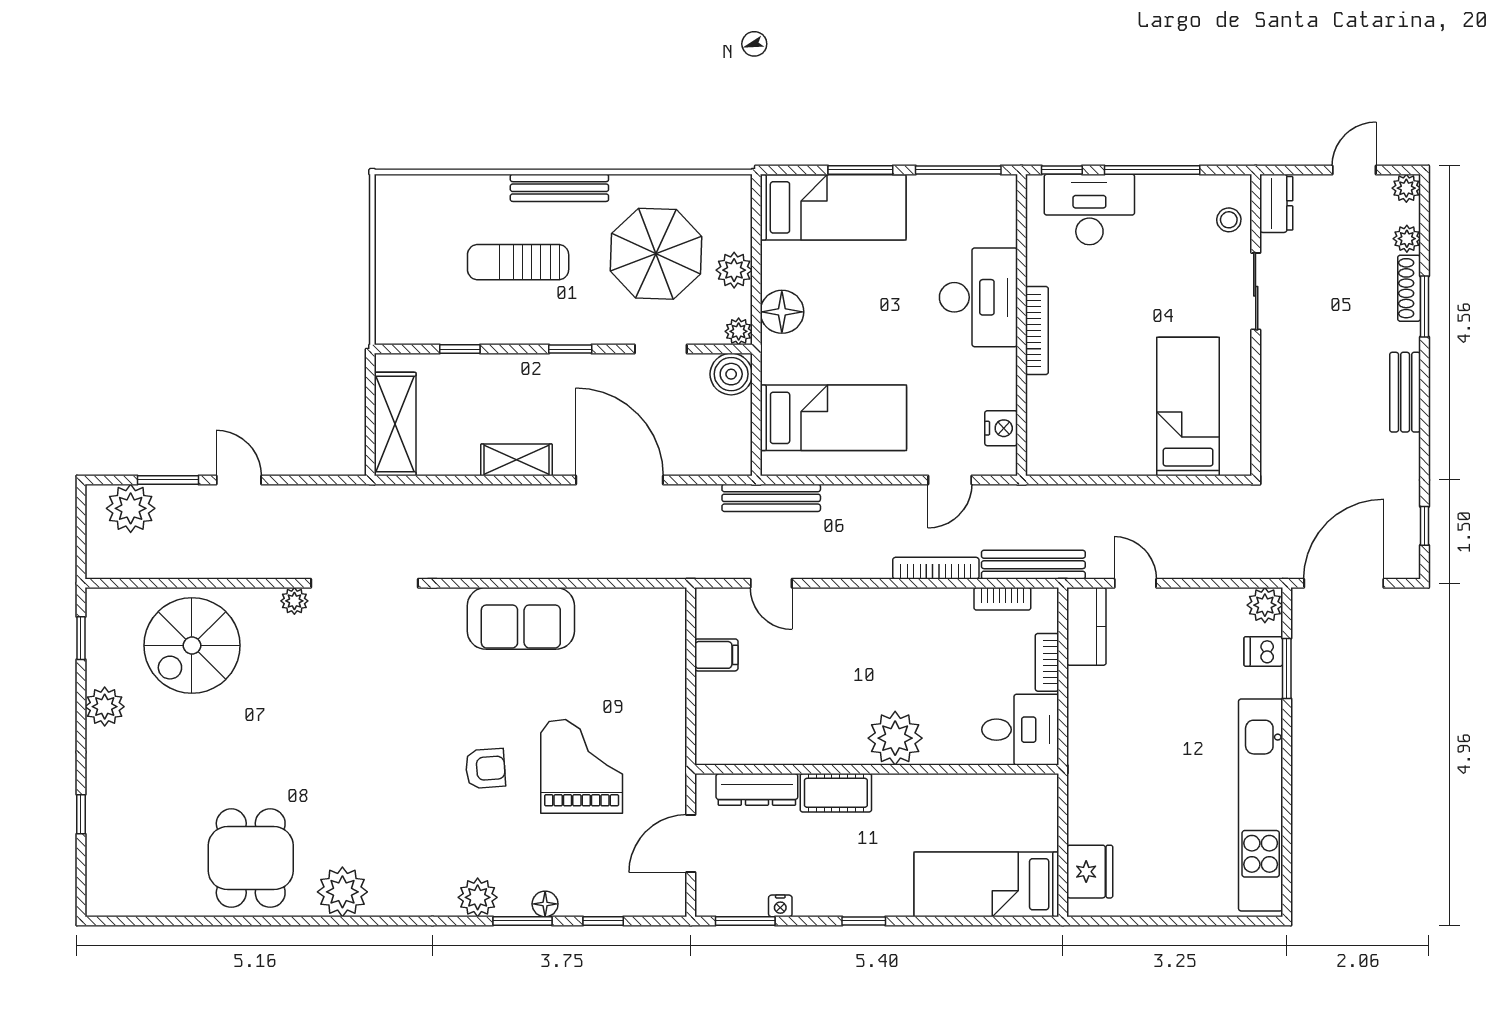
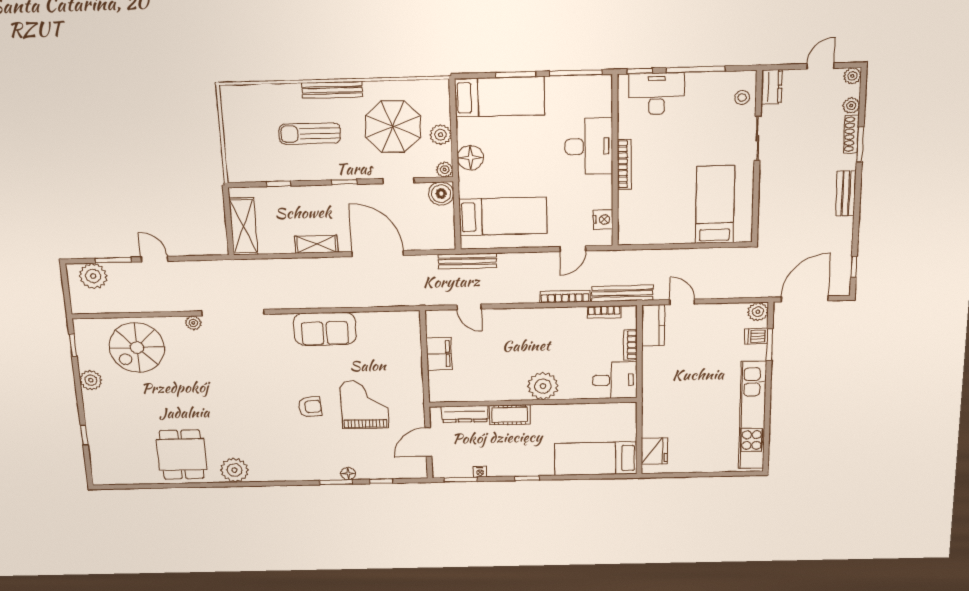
filing cabinet: (716, 655) -> (439, 354), width x2.00
plant: (478, 897) -> (310, 471), removed

